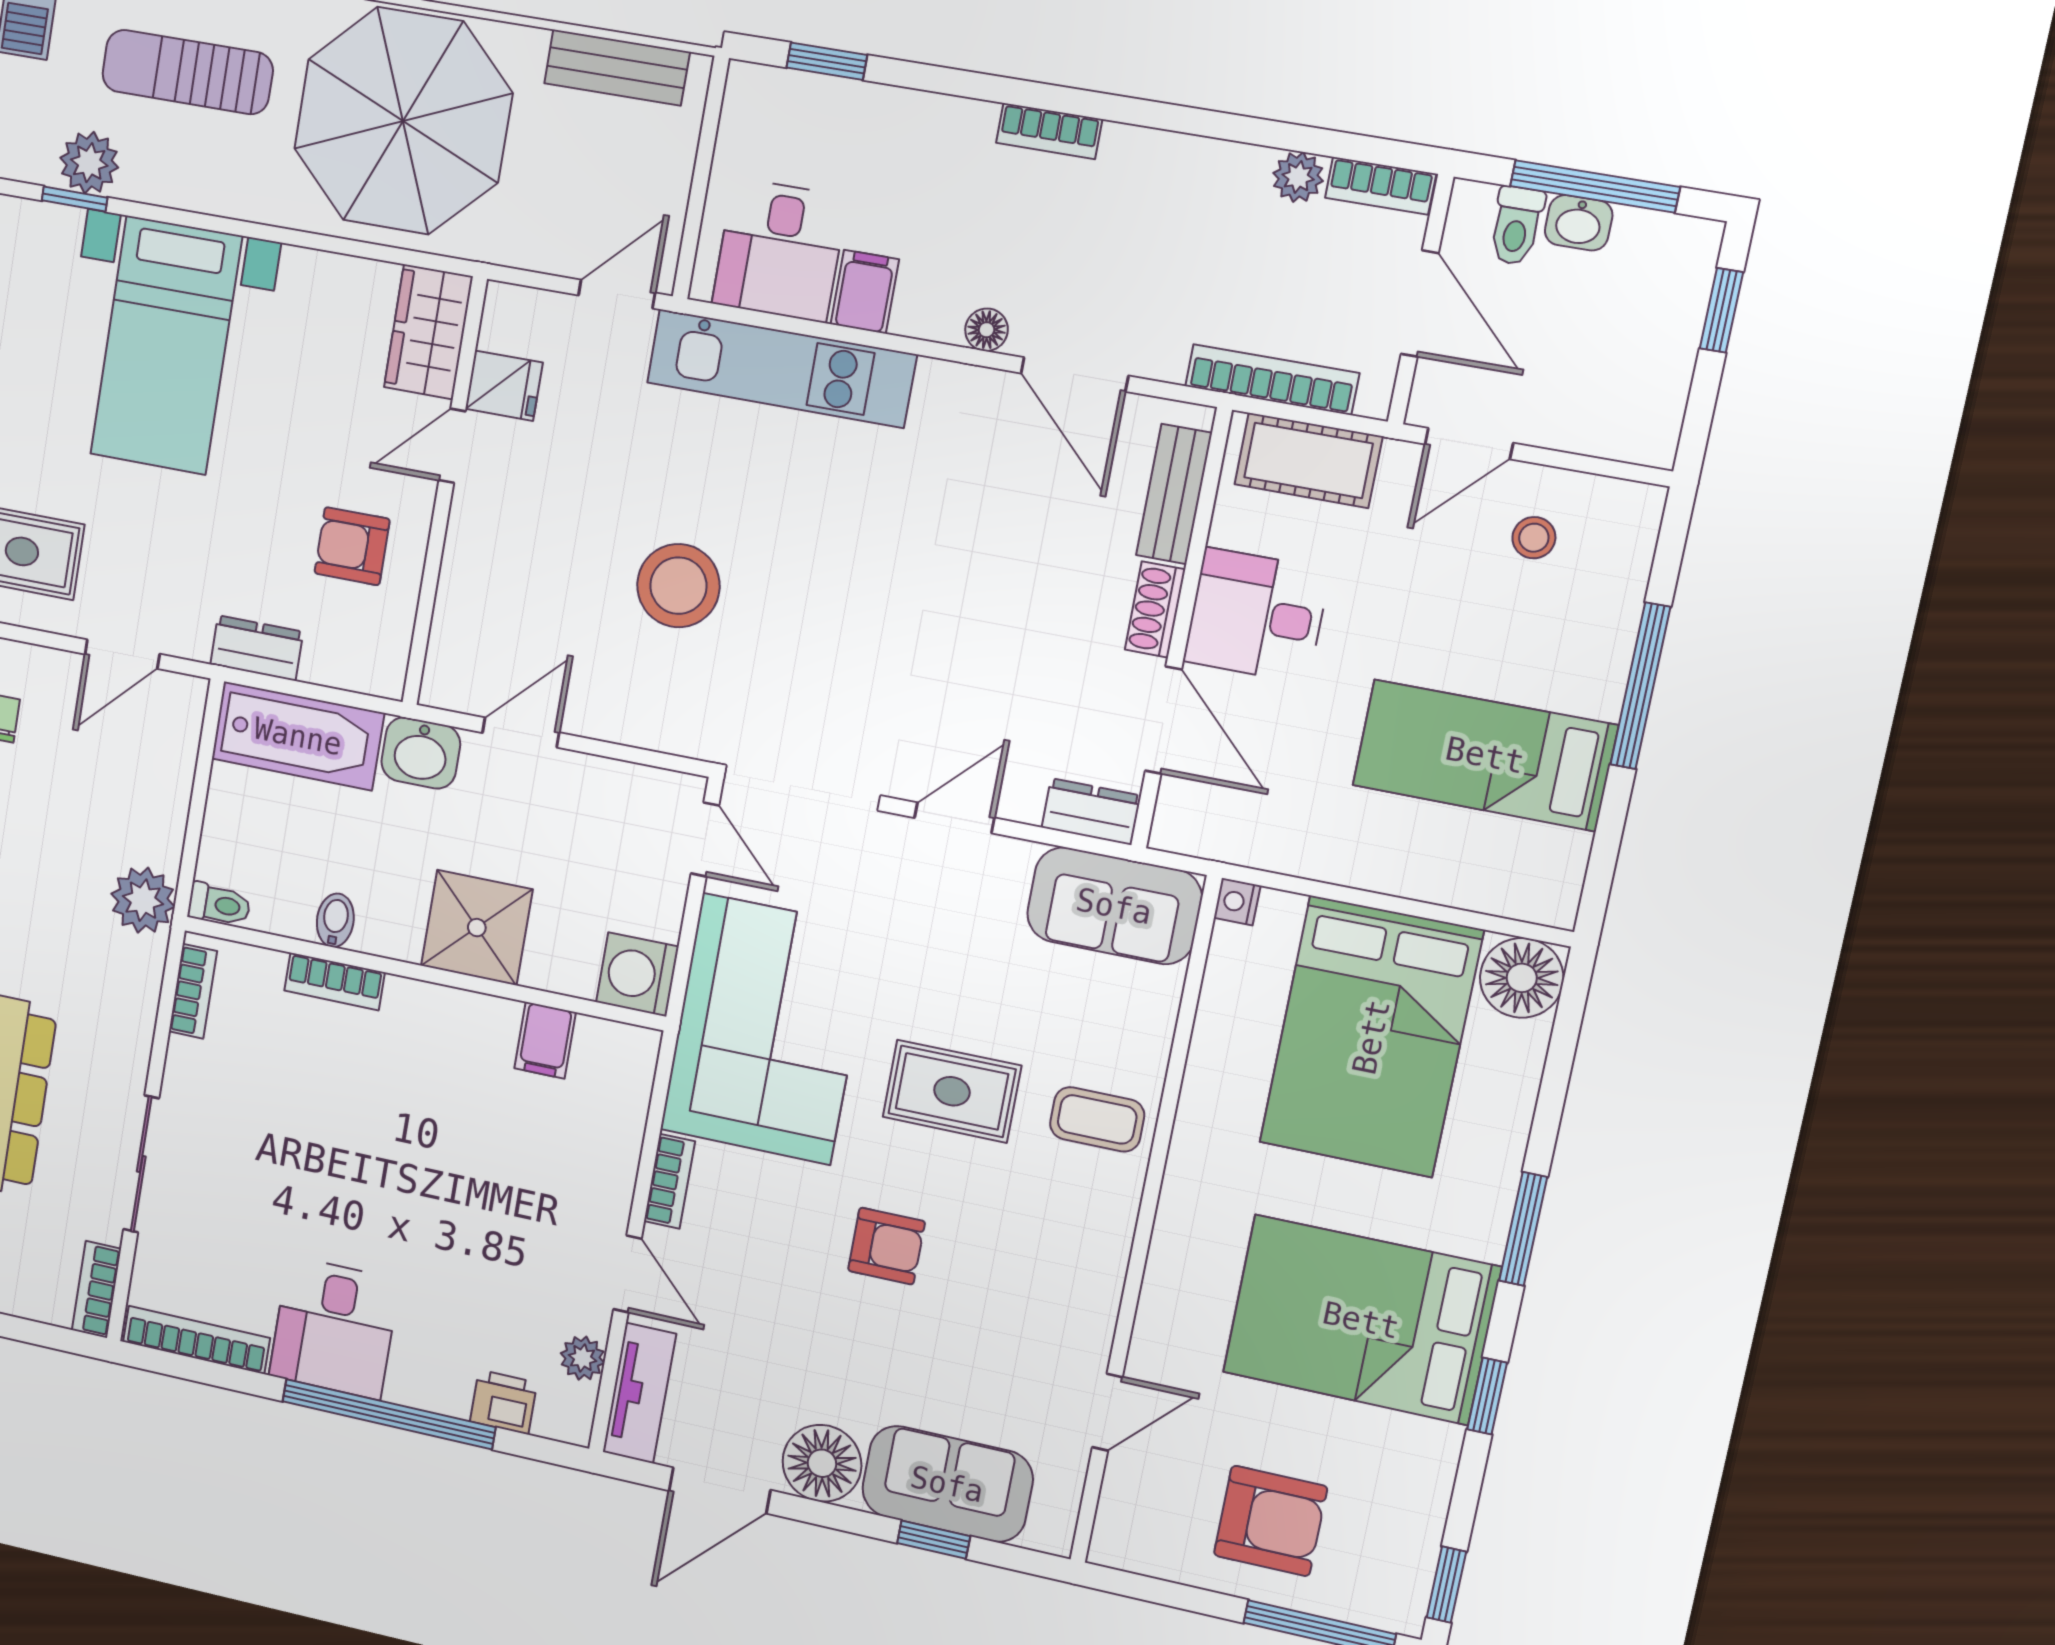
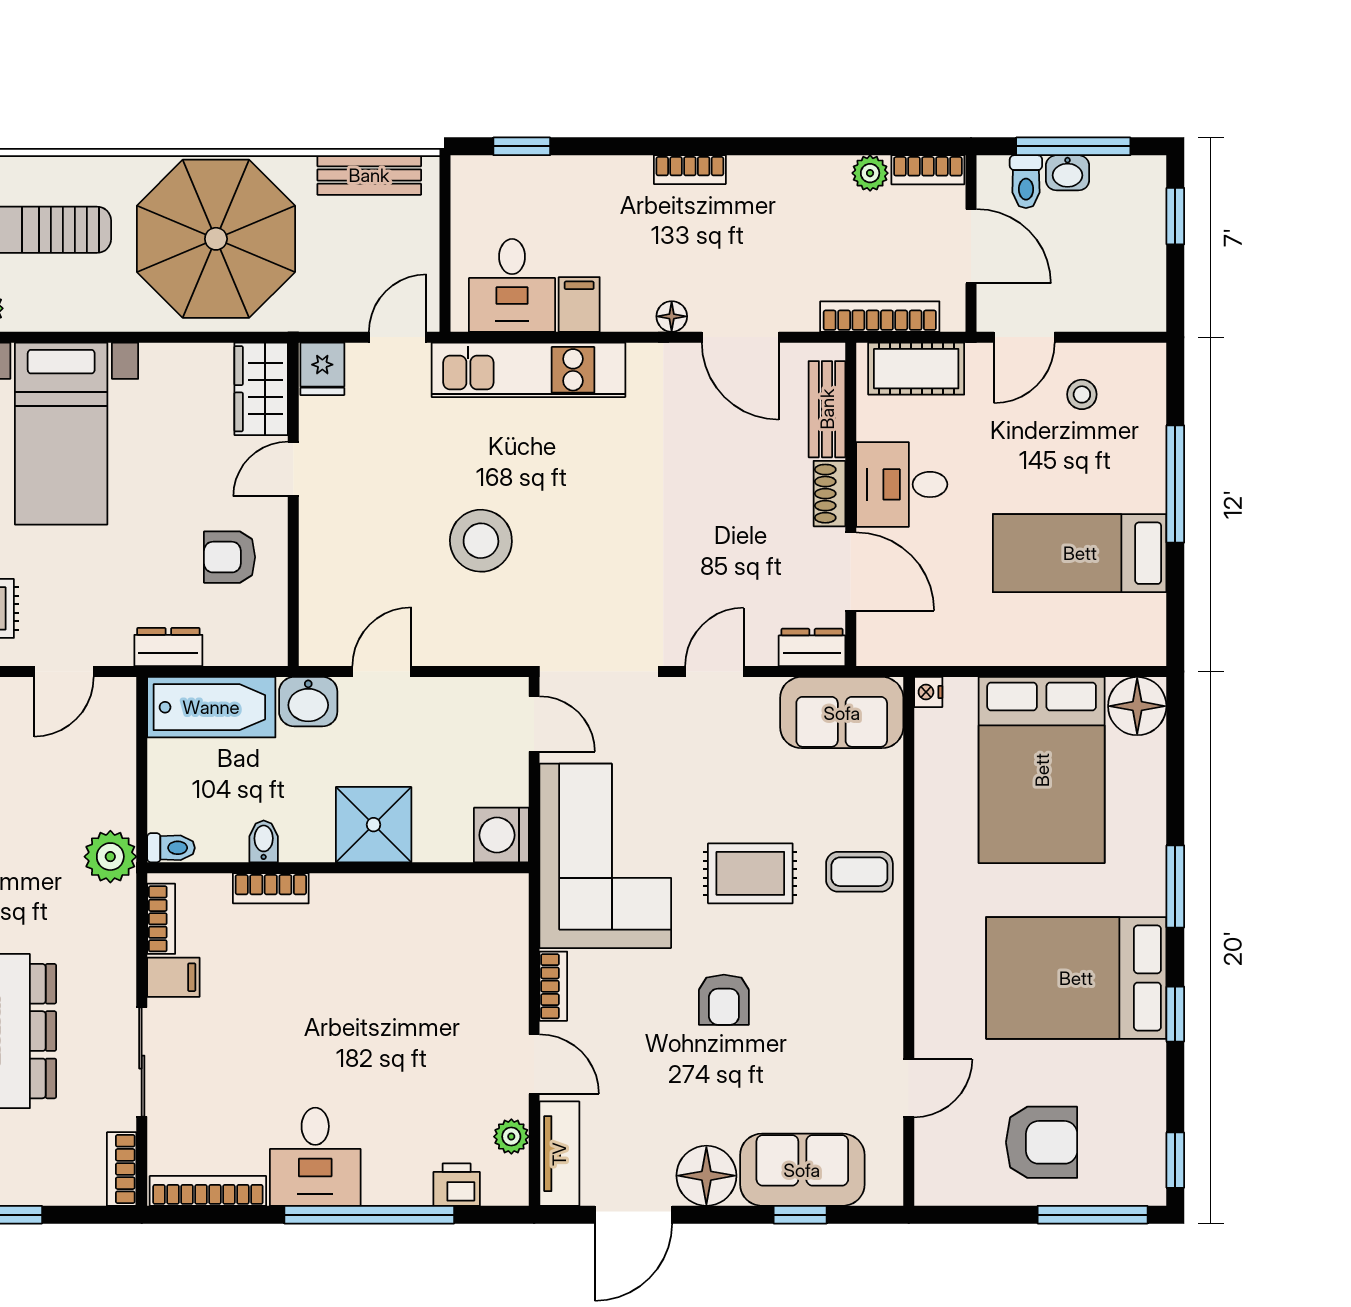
fridge: (504, 386) -> (322, 369), moved, turned 90
filing cabinet: (545, 1040) -> (173, 977), moved, turned -90
armchair: (887, 1246) -> (724, 1000), turned 90

